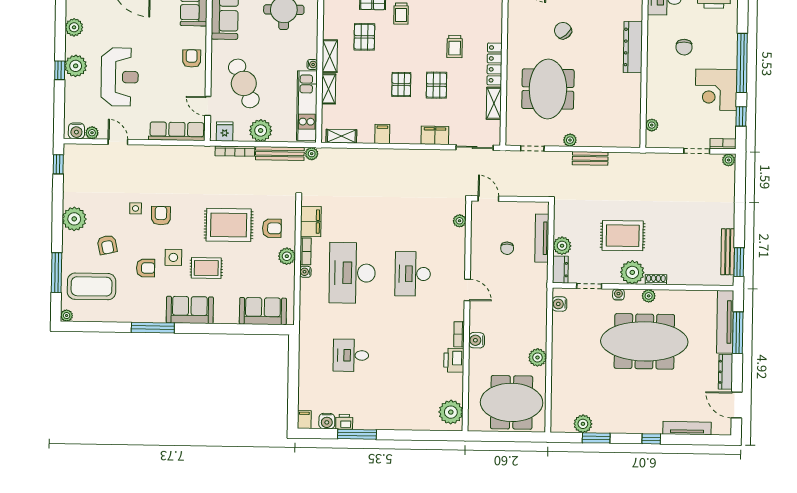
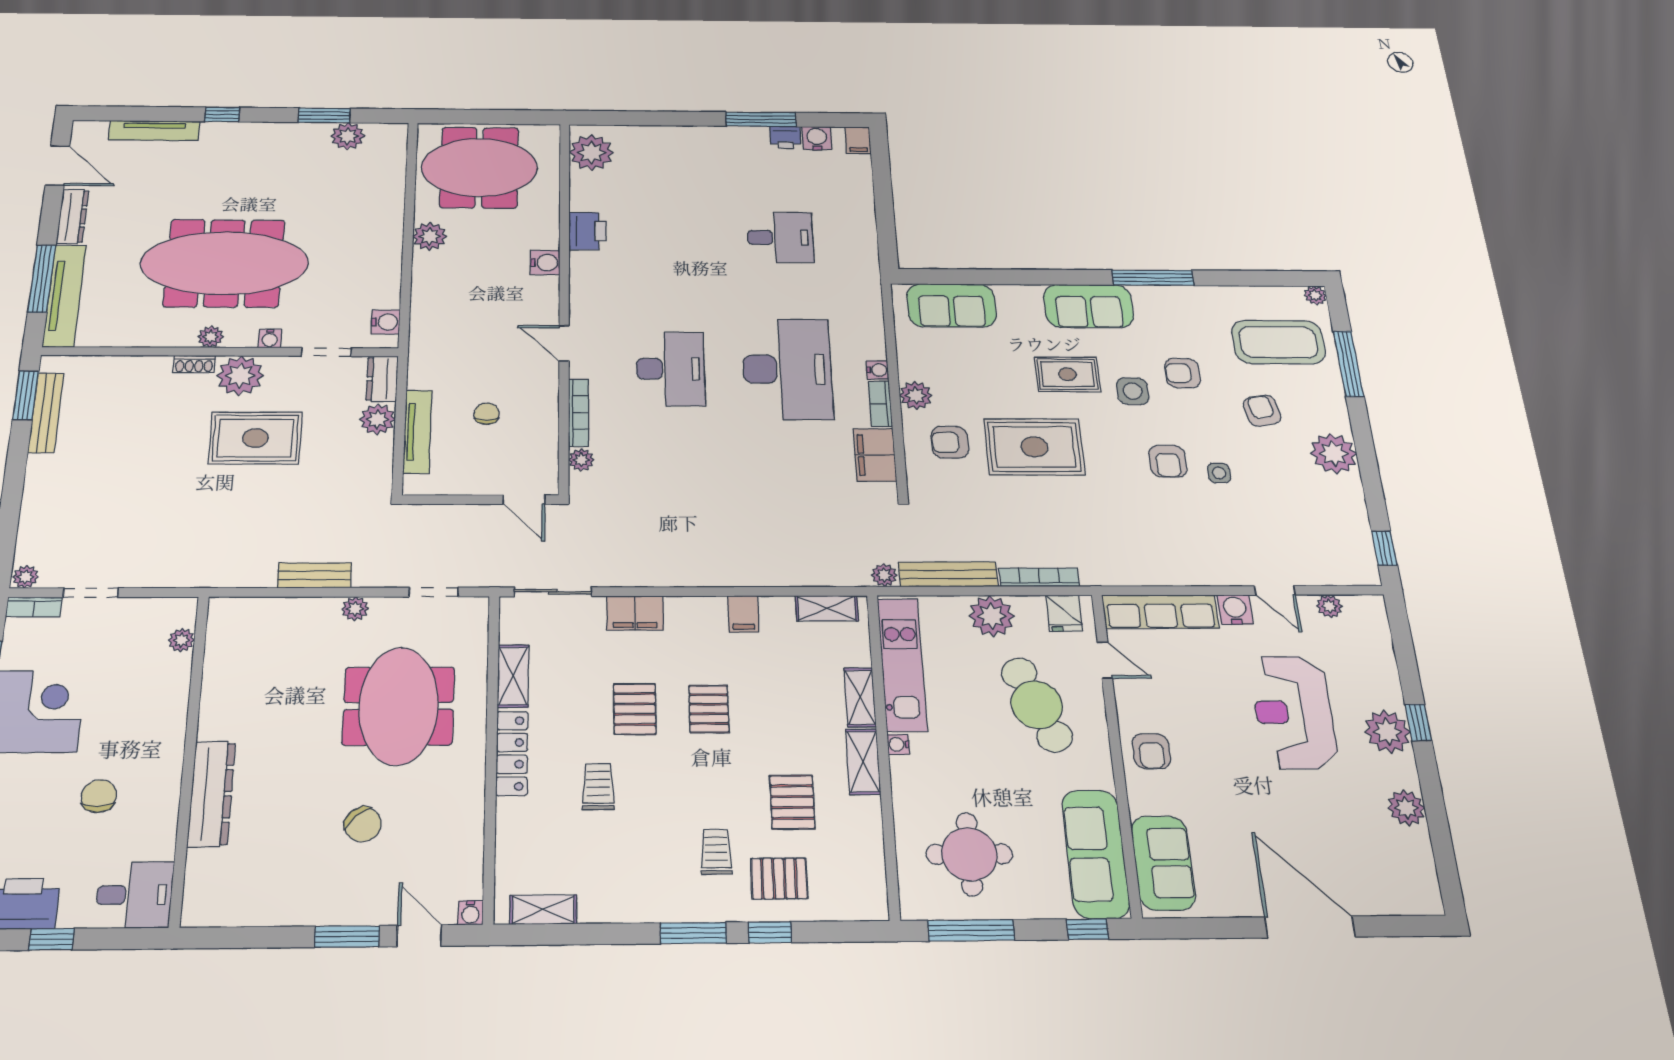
water cooler: (76, 131) -> (1235, 609), moved
bookcase: (459, 334) -> (579, 412), moved, width x1.56

